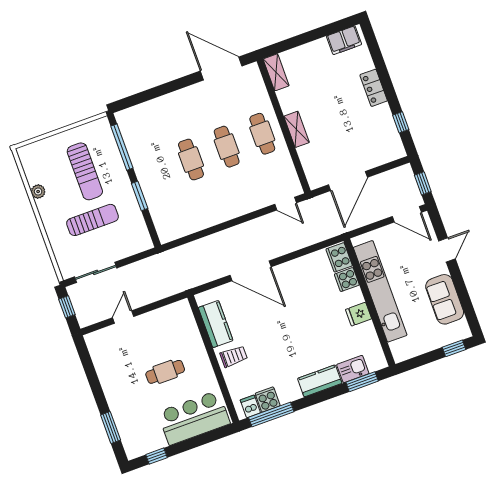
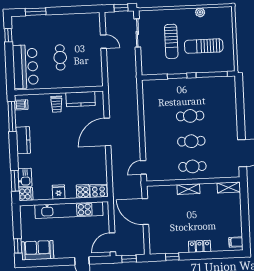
filing cabinet: (344, 40) -> (236, 242), width x0.50
sofa: (445, 299) -> (37, 250), moved
kitchen counter: (320, 381) -> (23, 140), moved
cooker: (268, 400) -> (26, 194), moved

